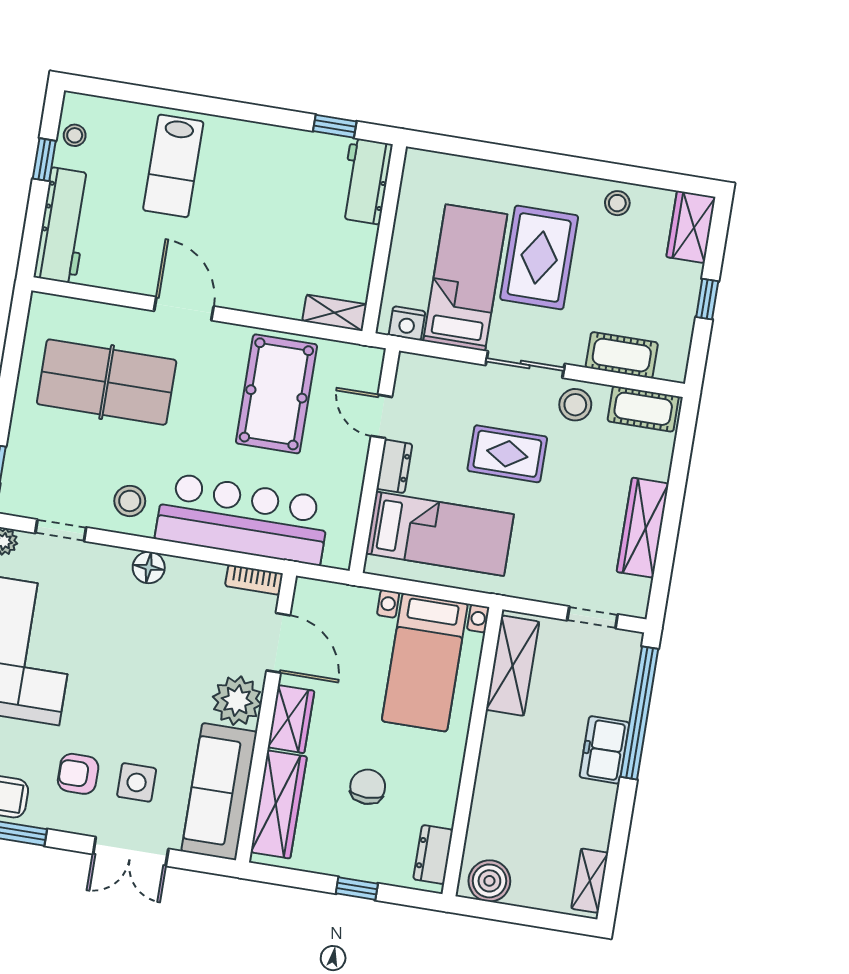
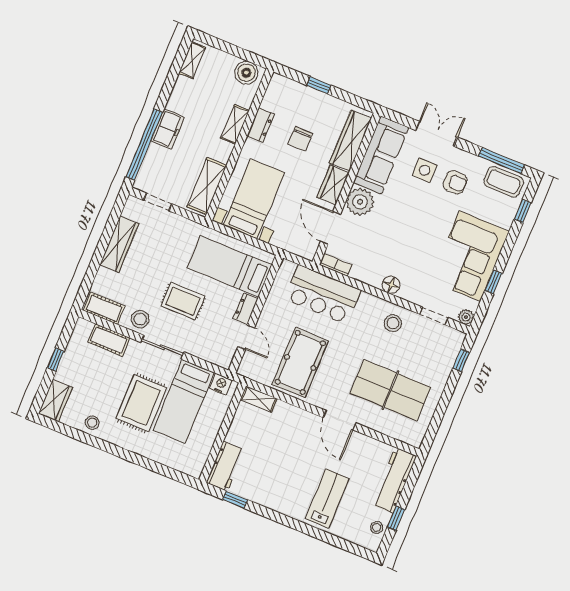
bar counter: (243, 519) -> (323, 295), width x0.73
shelving: (488, 786) -> (235, 124), added
dresser: (433, 855) -> (261, 125), moved

